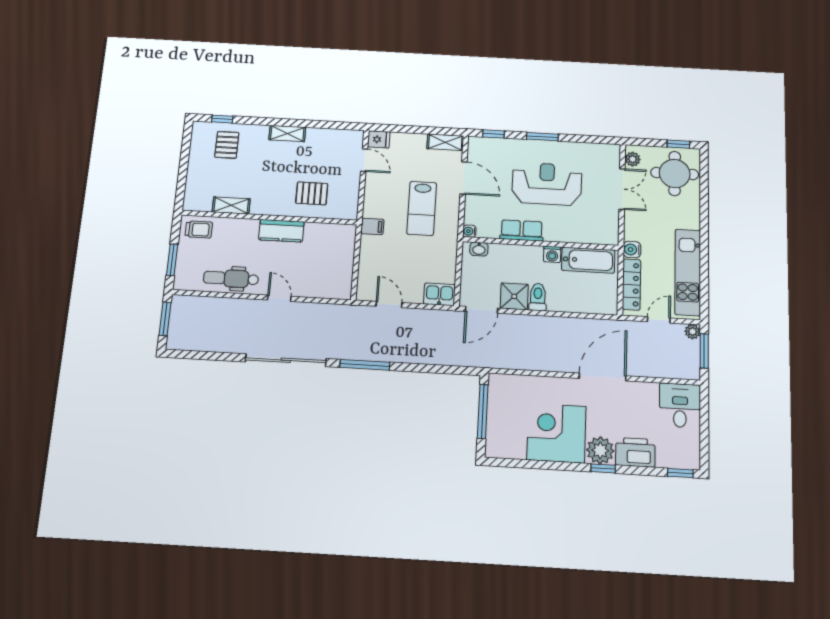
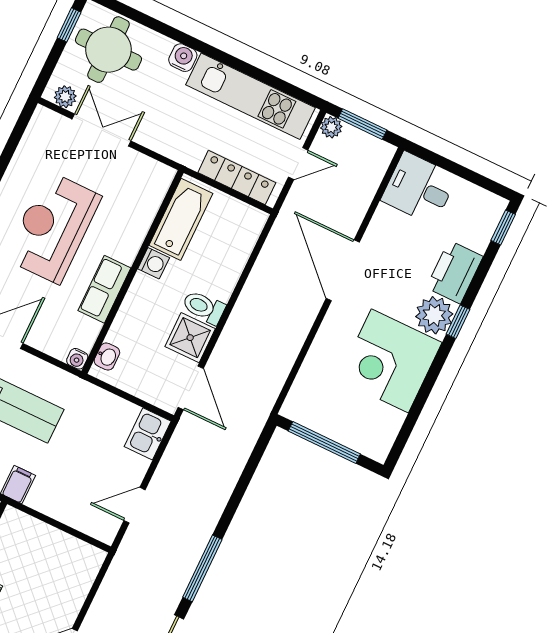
water cooler: (632, 250) -> (183, 58), moved, turned 180
door: (659, 320) -> (298, 164), swing flipped

